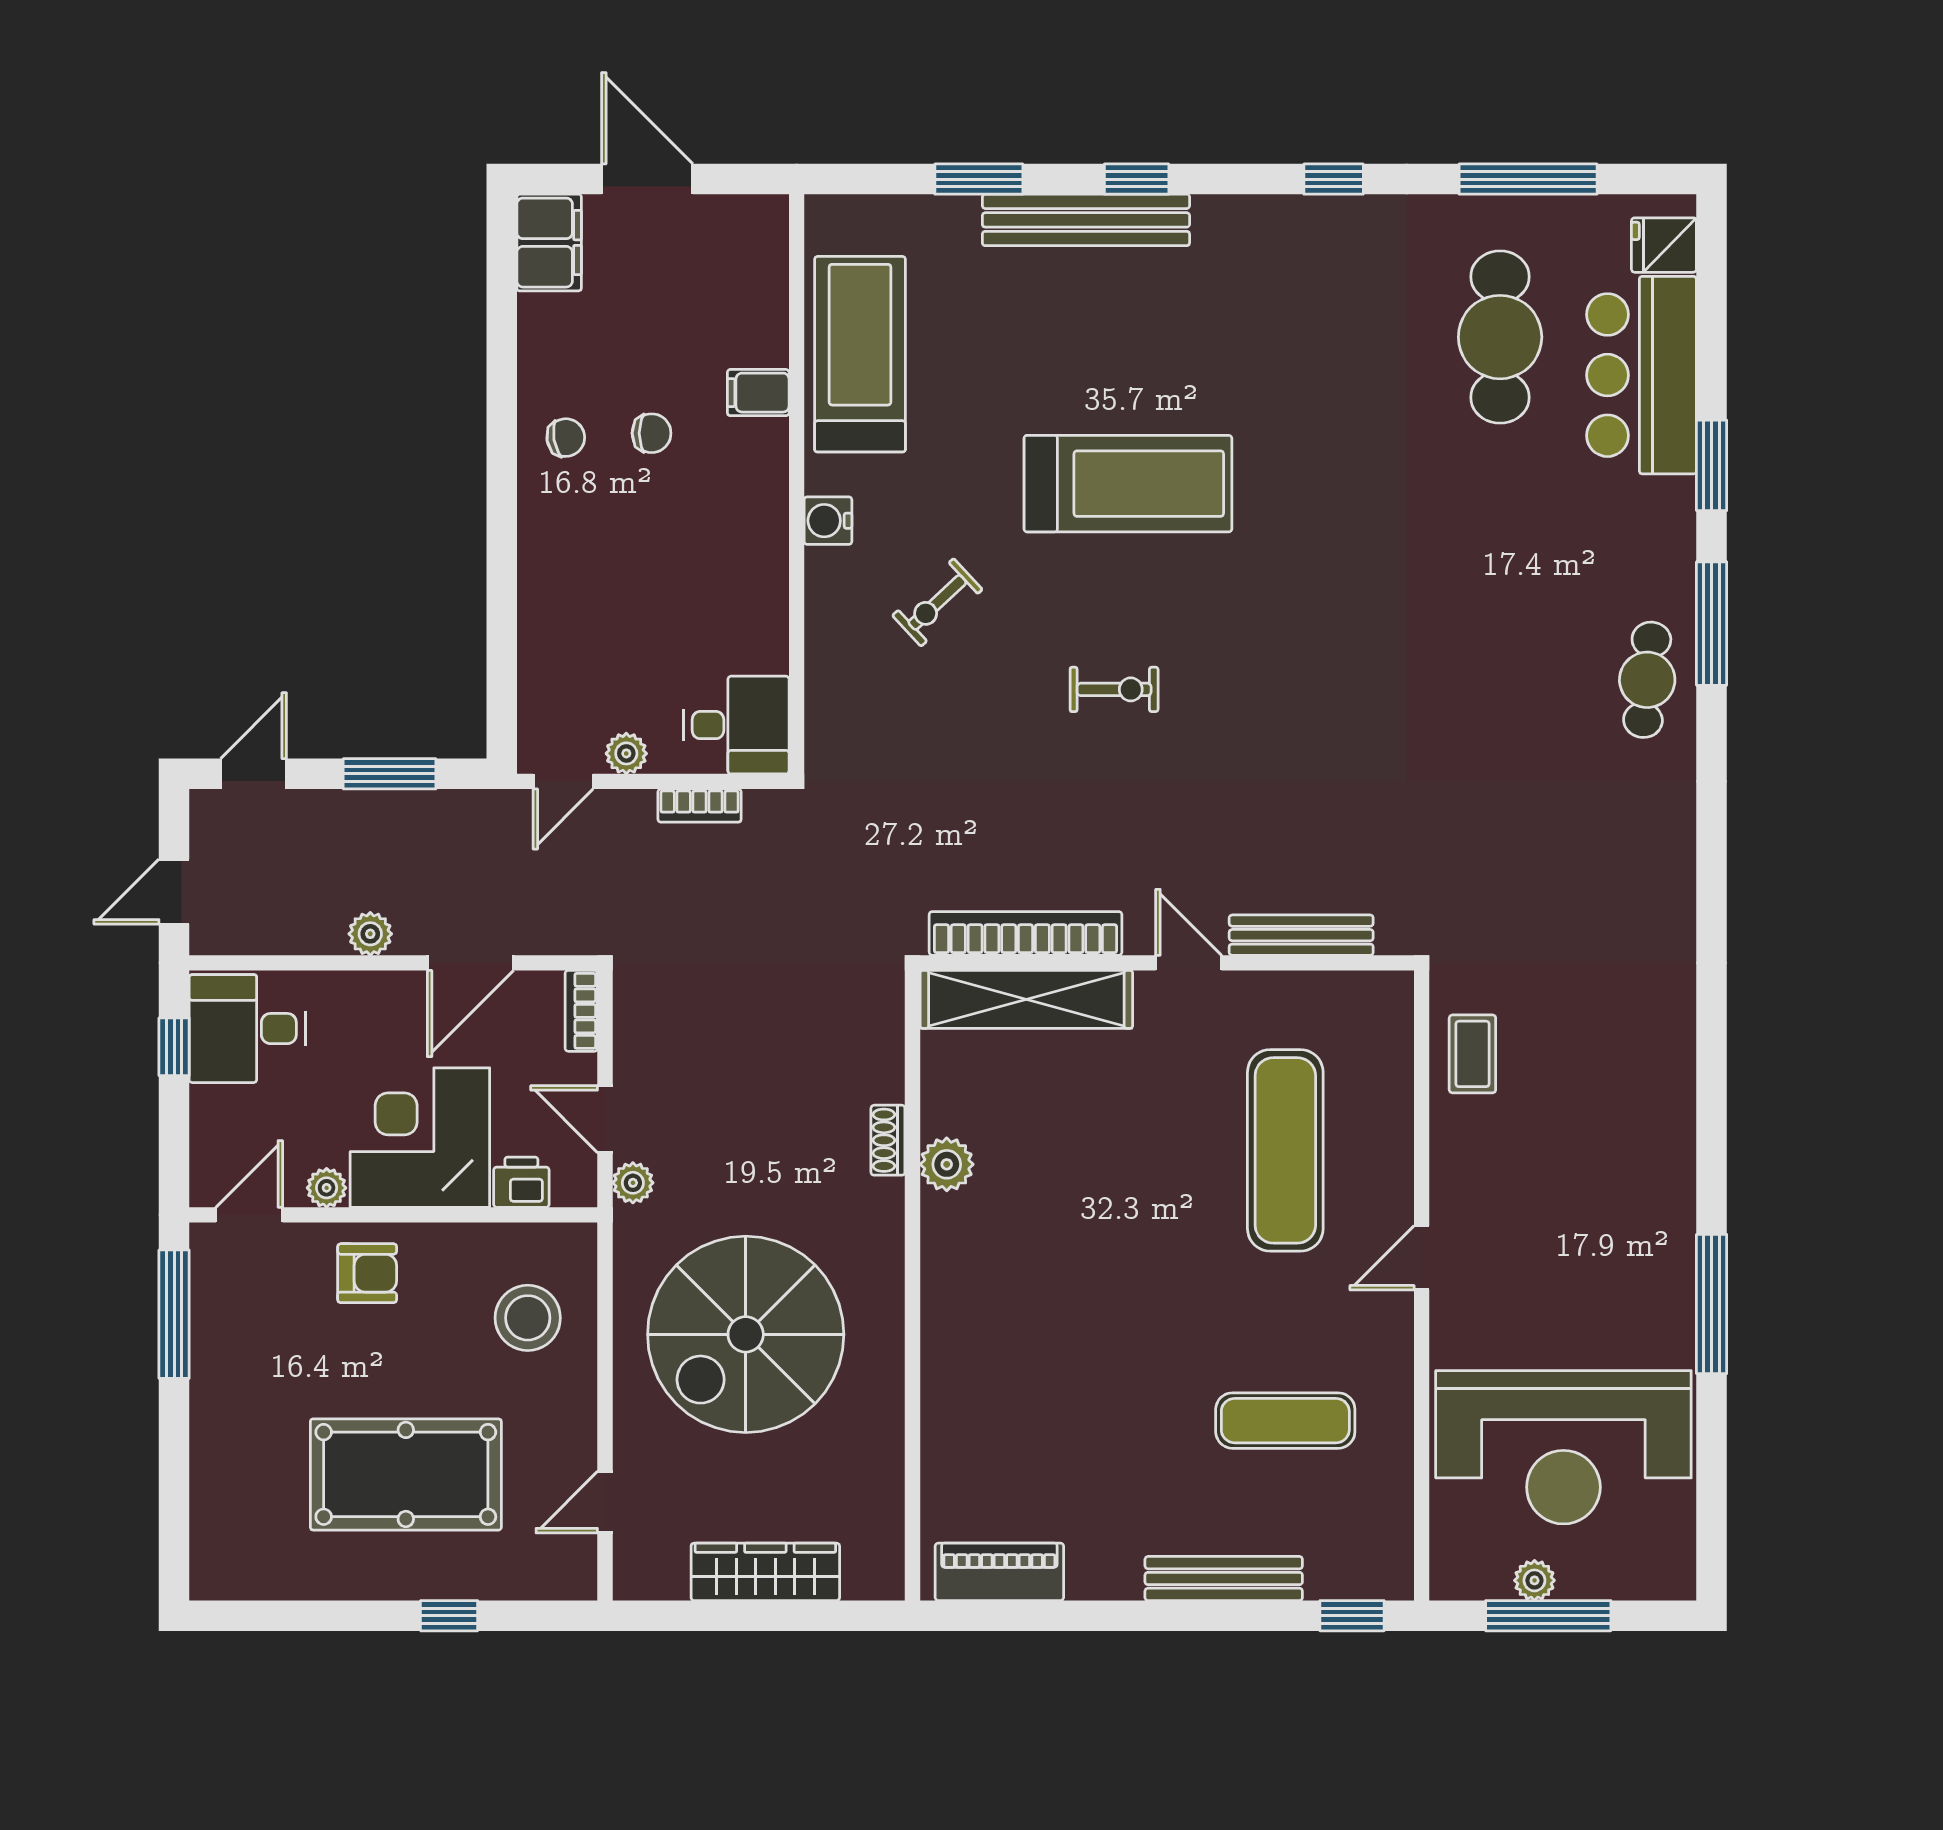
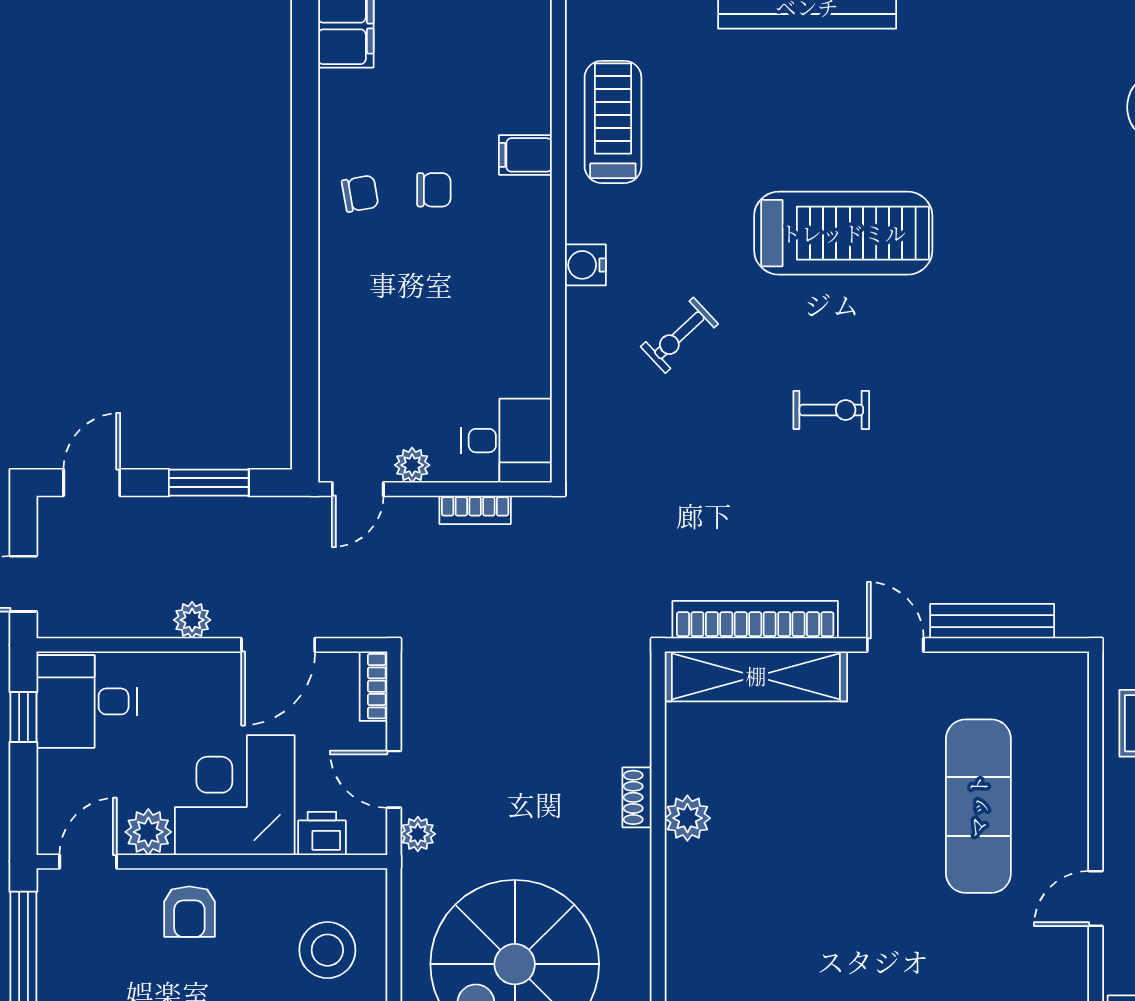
treadmill: (860, 354) -> (613, 122), width x0.73, depth x0.73
plant: (327, 1188) -> (148, 832), width x1.38, depth x1.38
armchair: (367, 1273) -> (189, 912), turned 90

